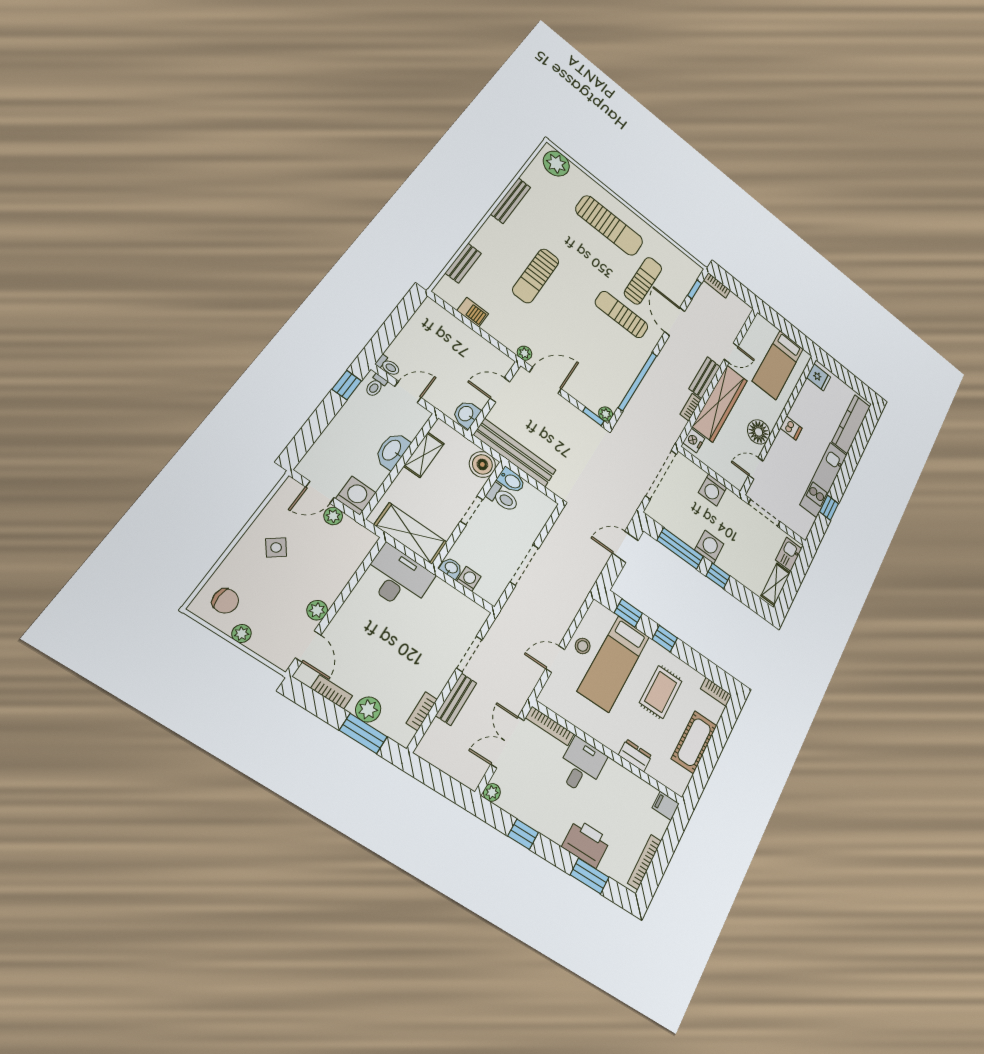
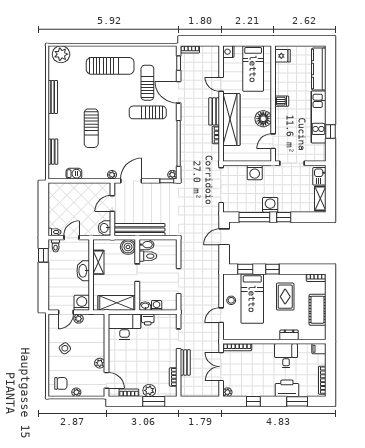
door: (731, 353) -> (221, 84), swing flipped
nightstand: (694, 441) -> (228, 52), moved
printer: (442, 591) -> (148, 319), added
desk: (581, 766) -> (286, 356), moved

